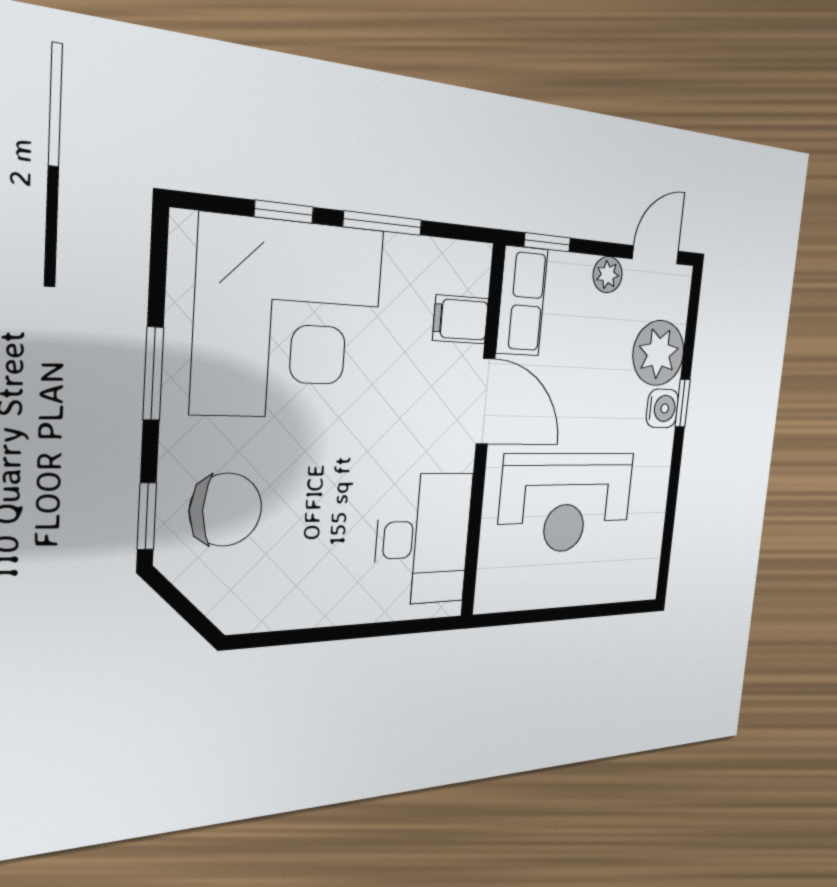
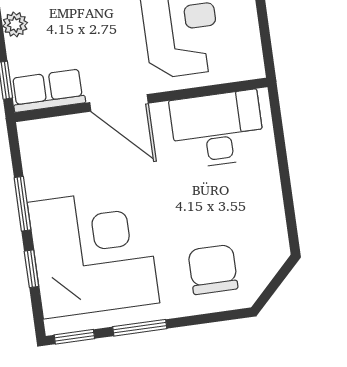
filing cabinet: (461, 319) -> (69, 135), removed
door: (485, 401) -> (119, 103), swing flipped
window: (147, 516) -> (74, 337), moved

